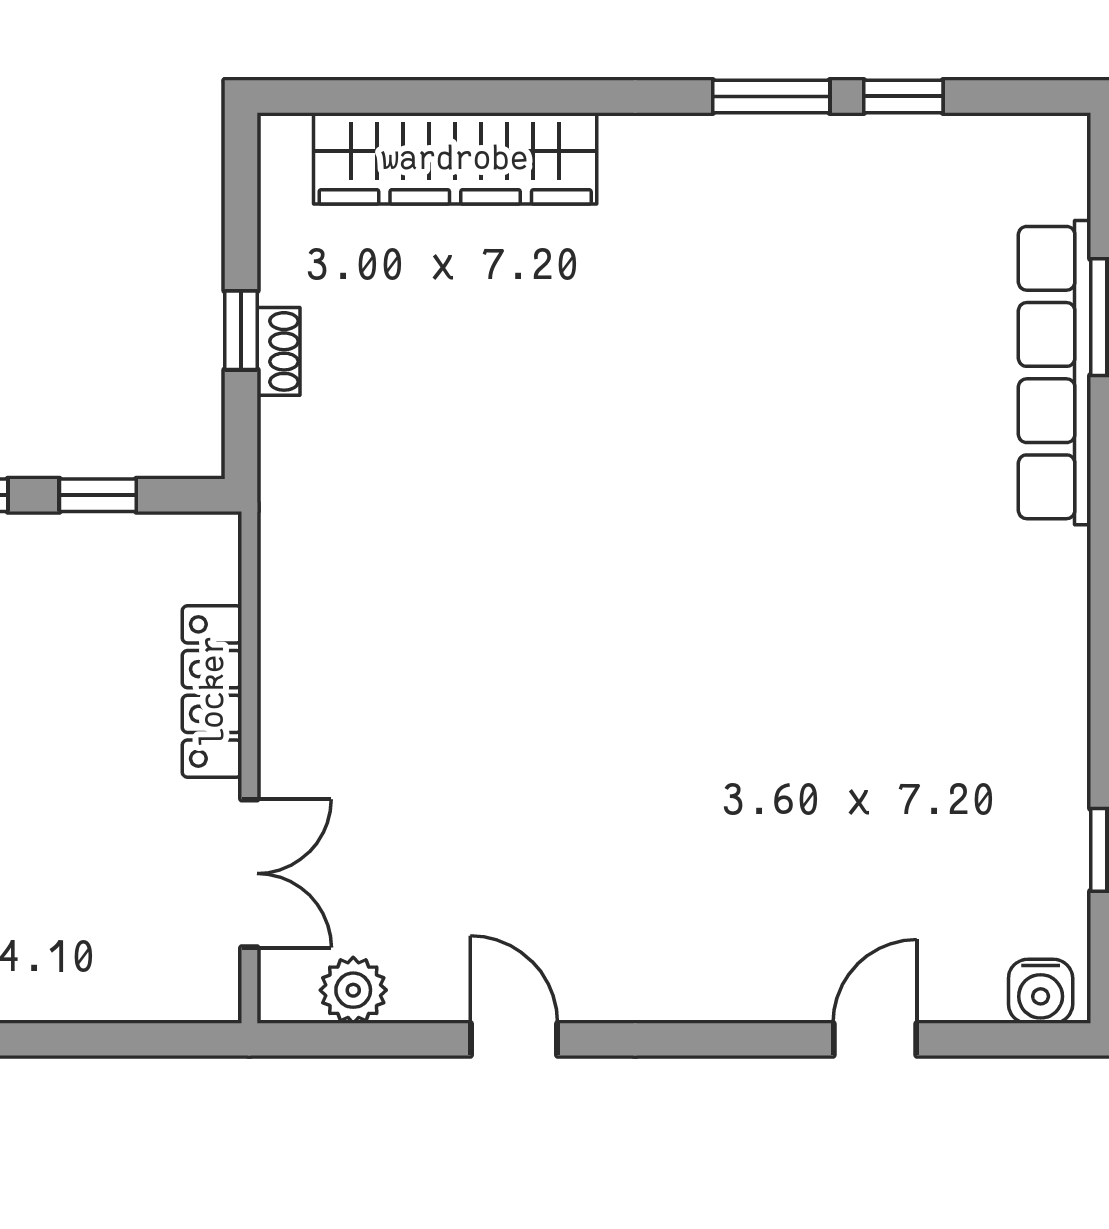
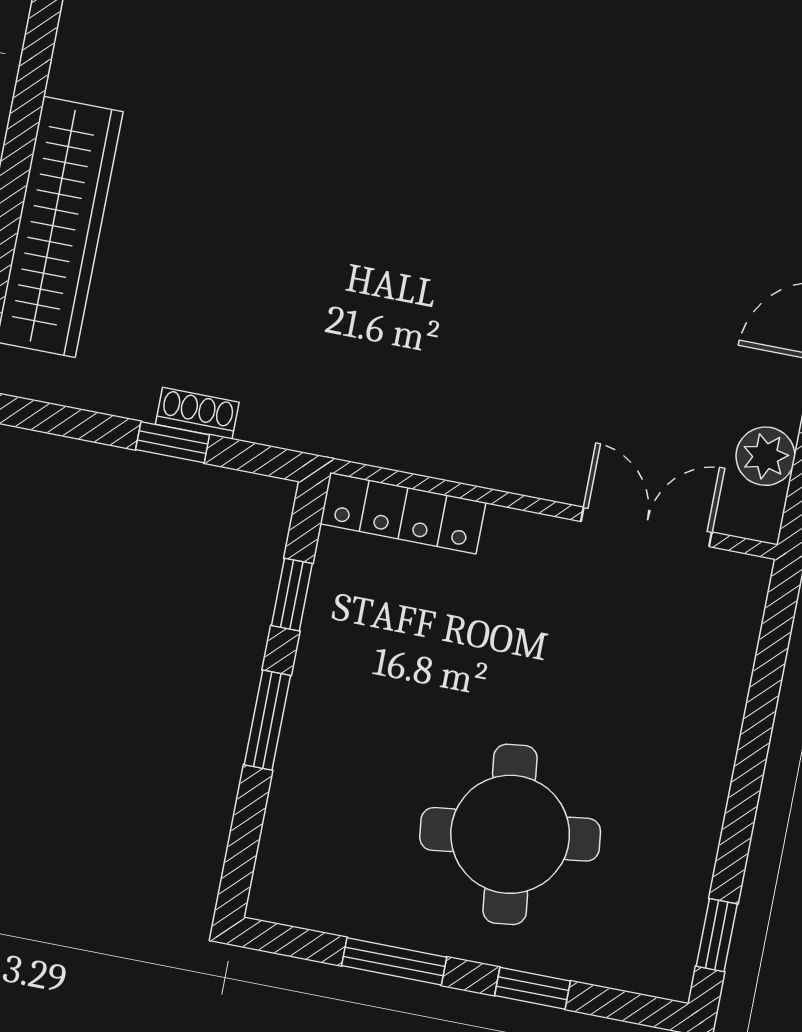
locker: (212, 691) -> (403, 513), moved

